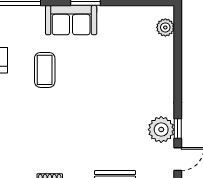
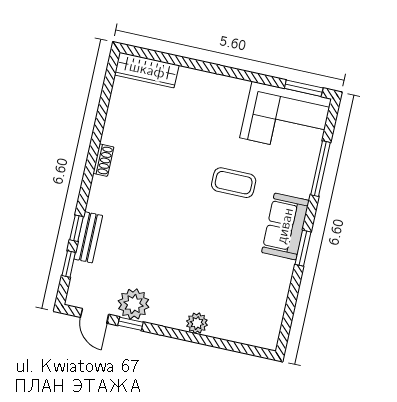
plant: (165, 27) -> (197, 323), moved

